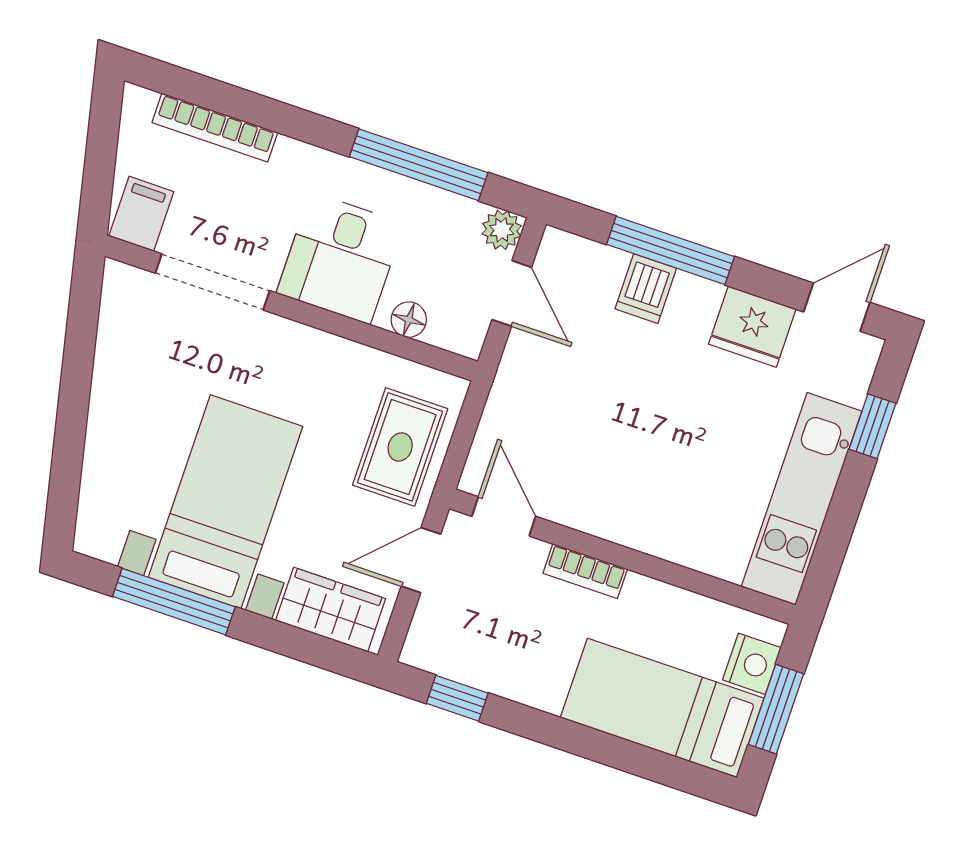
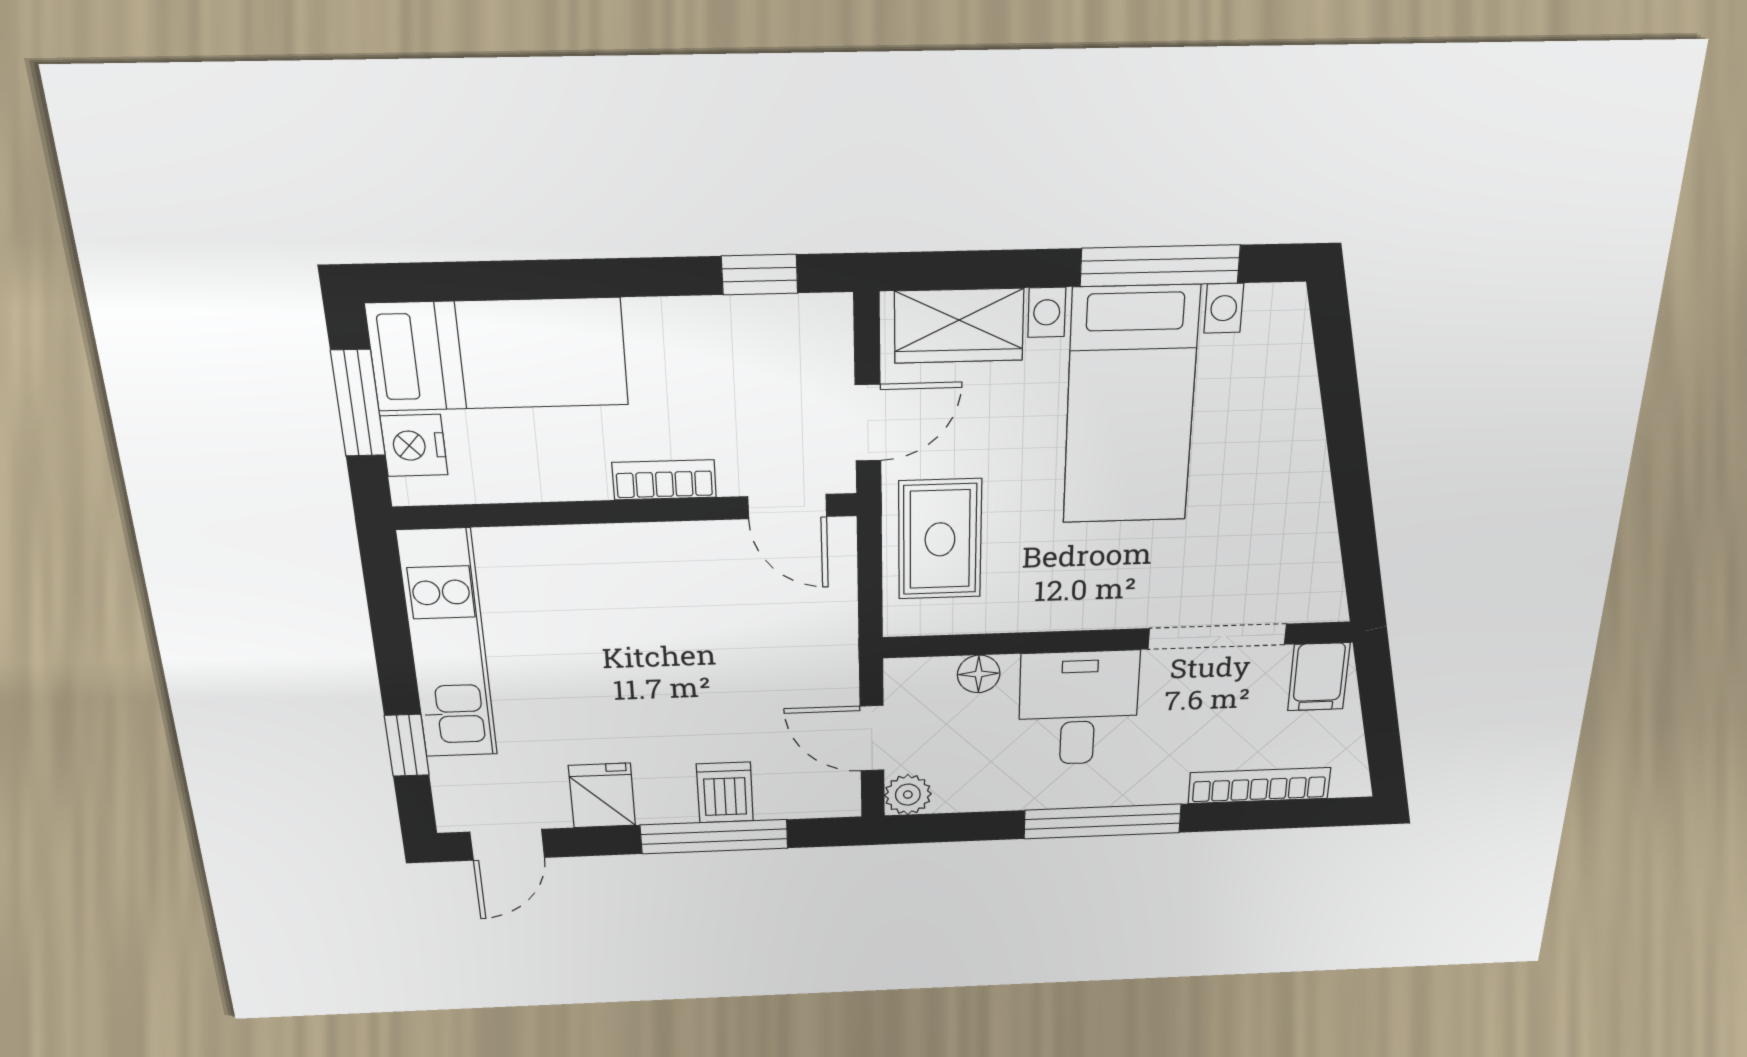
window: (419, 165) -> (1102, 821), moved
fridge: (752, 327) -> (602, 796), width x0.72

